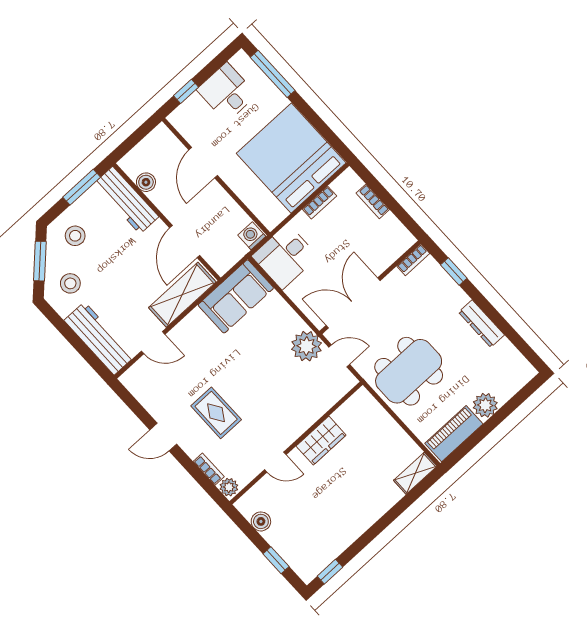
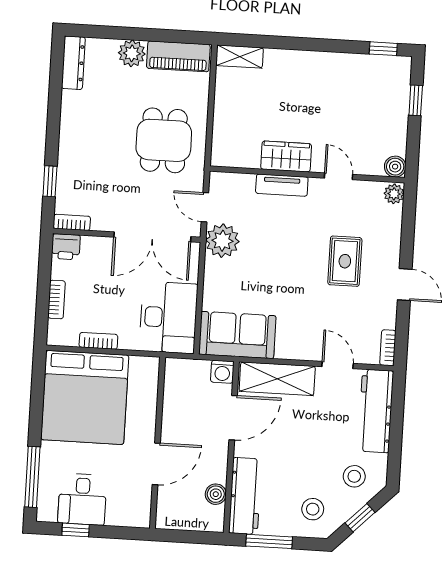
window: (186, 91) -> (76, 530), moved
washing machine: (252, 236) -> (222, 372), moved
printer: (401, 241) -> (66, 247), added
desk: (285, 256) -> (168, 317), width x1.37
window: (40, 261) -> (360, 518), width x0.67
dresser: (481, 324) -> (73, 63), moved
dining table: (409, 371) -> (164, 140), width x0.73
tv unit: (305, 420) -> (282, 185), added
bookcase: (209, 469) -> (388, 348), moved
boiler: (261, 521) -> (395, 167), moved

